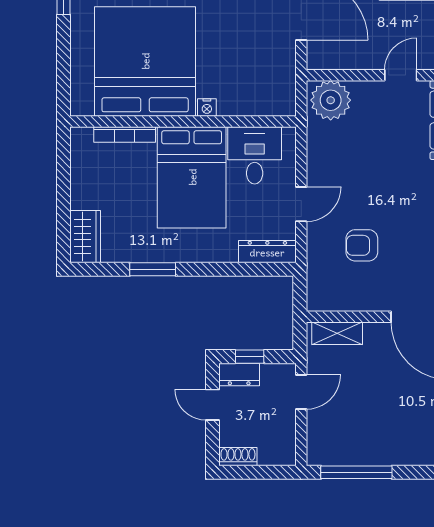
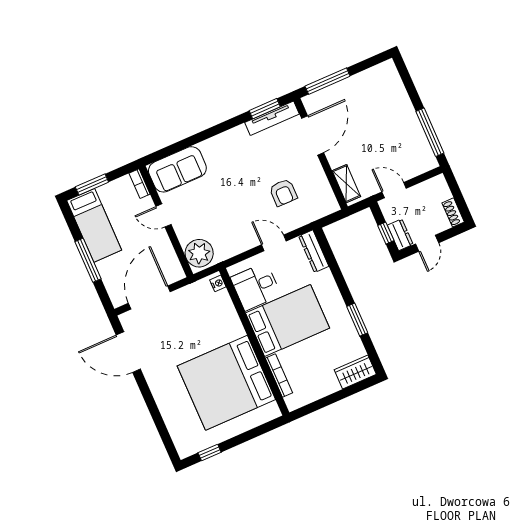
nightstand: (207, 108) -> (218, 283), moved

